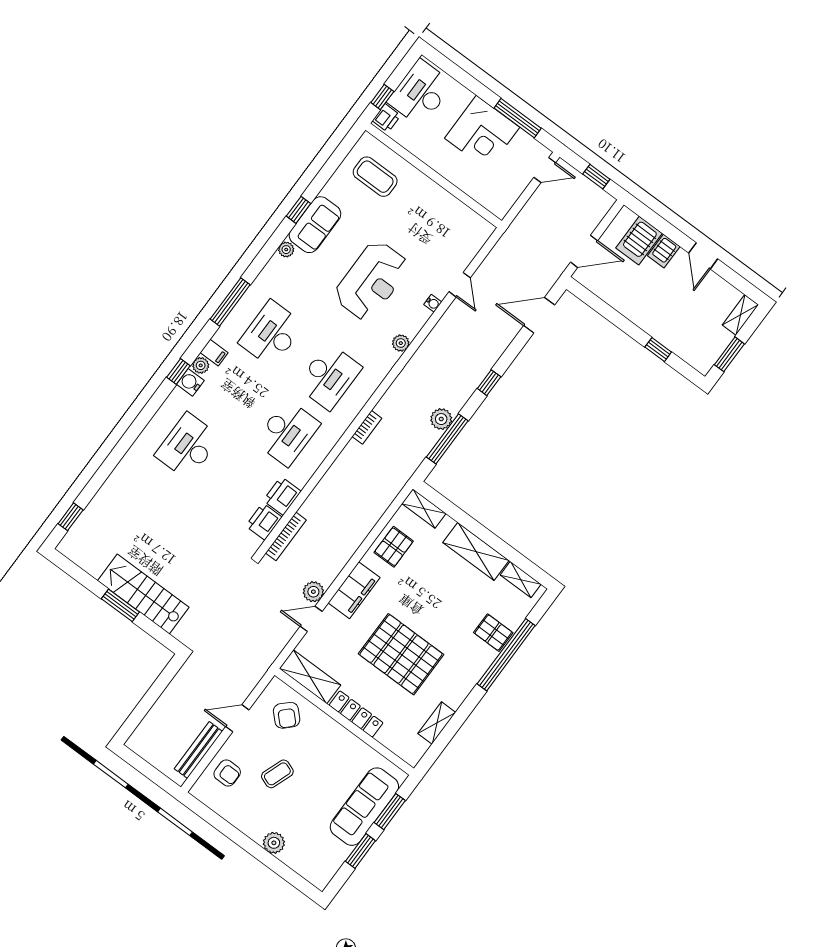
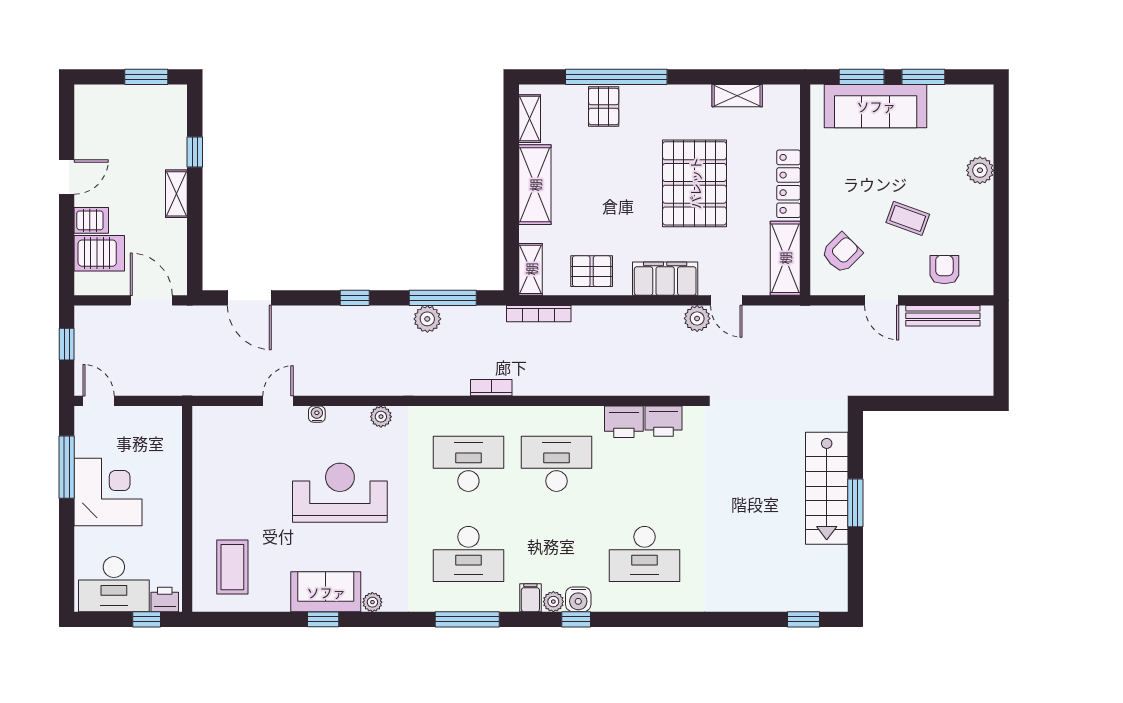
shelving: (740, 315) -> (176, 194), moved, turned 90
bookcase: (286, 536) -> (539, 314), moved, turned 180

